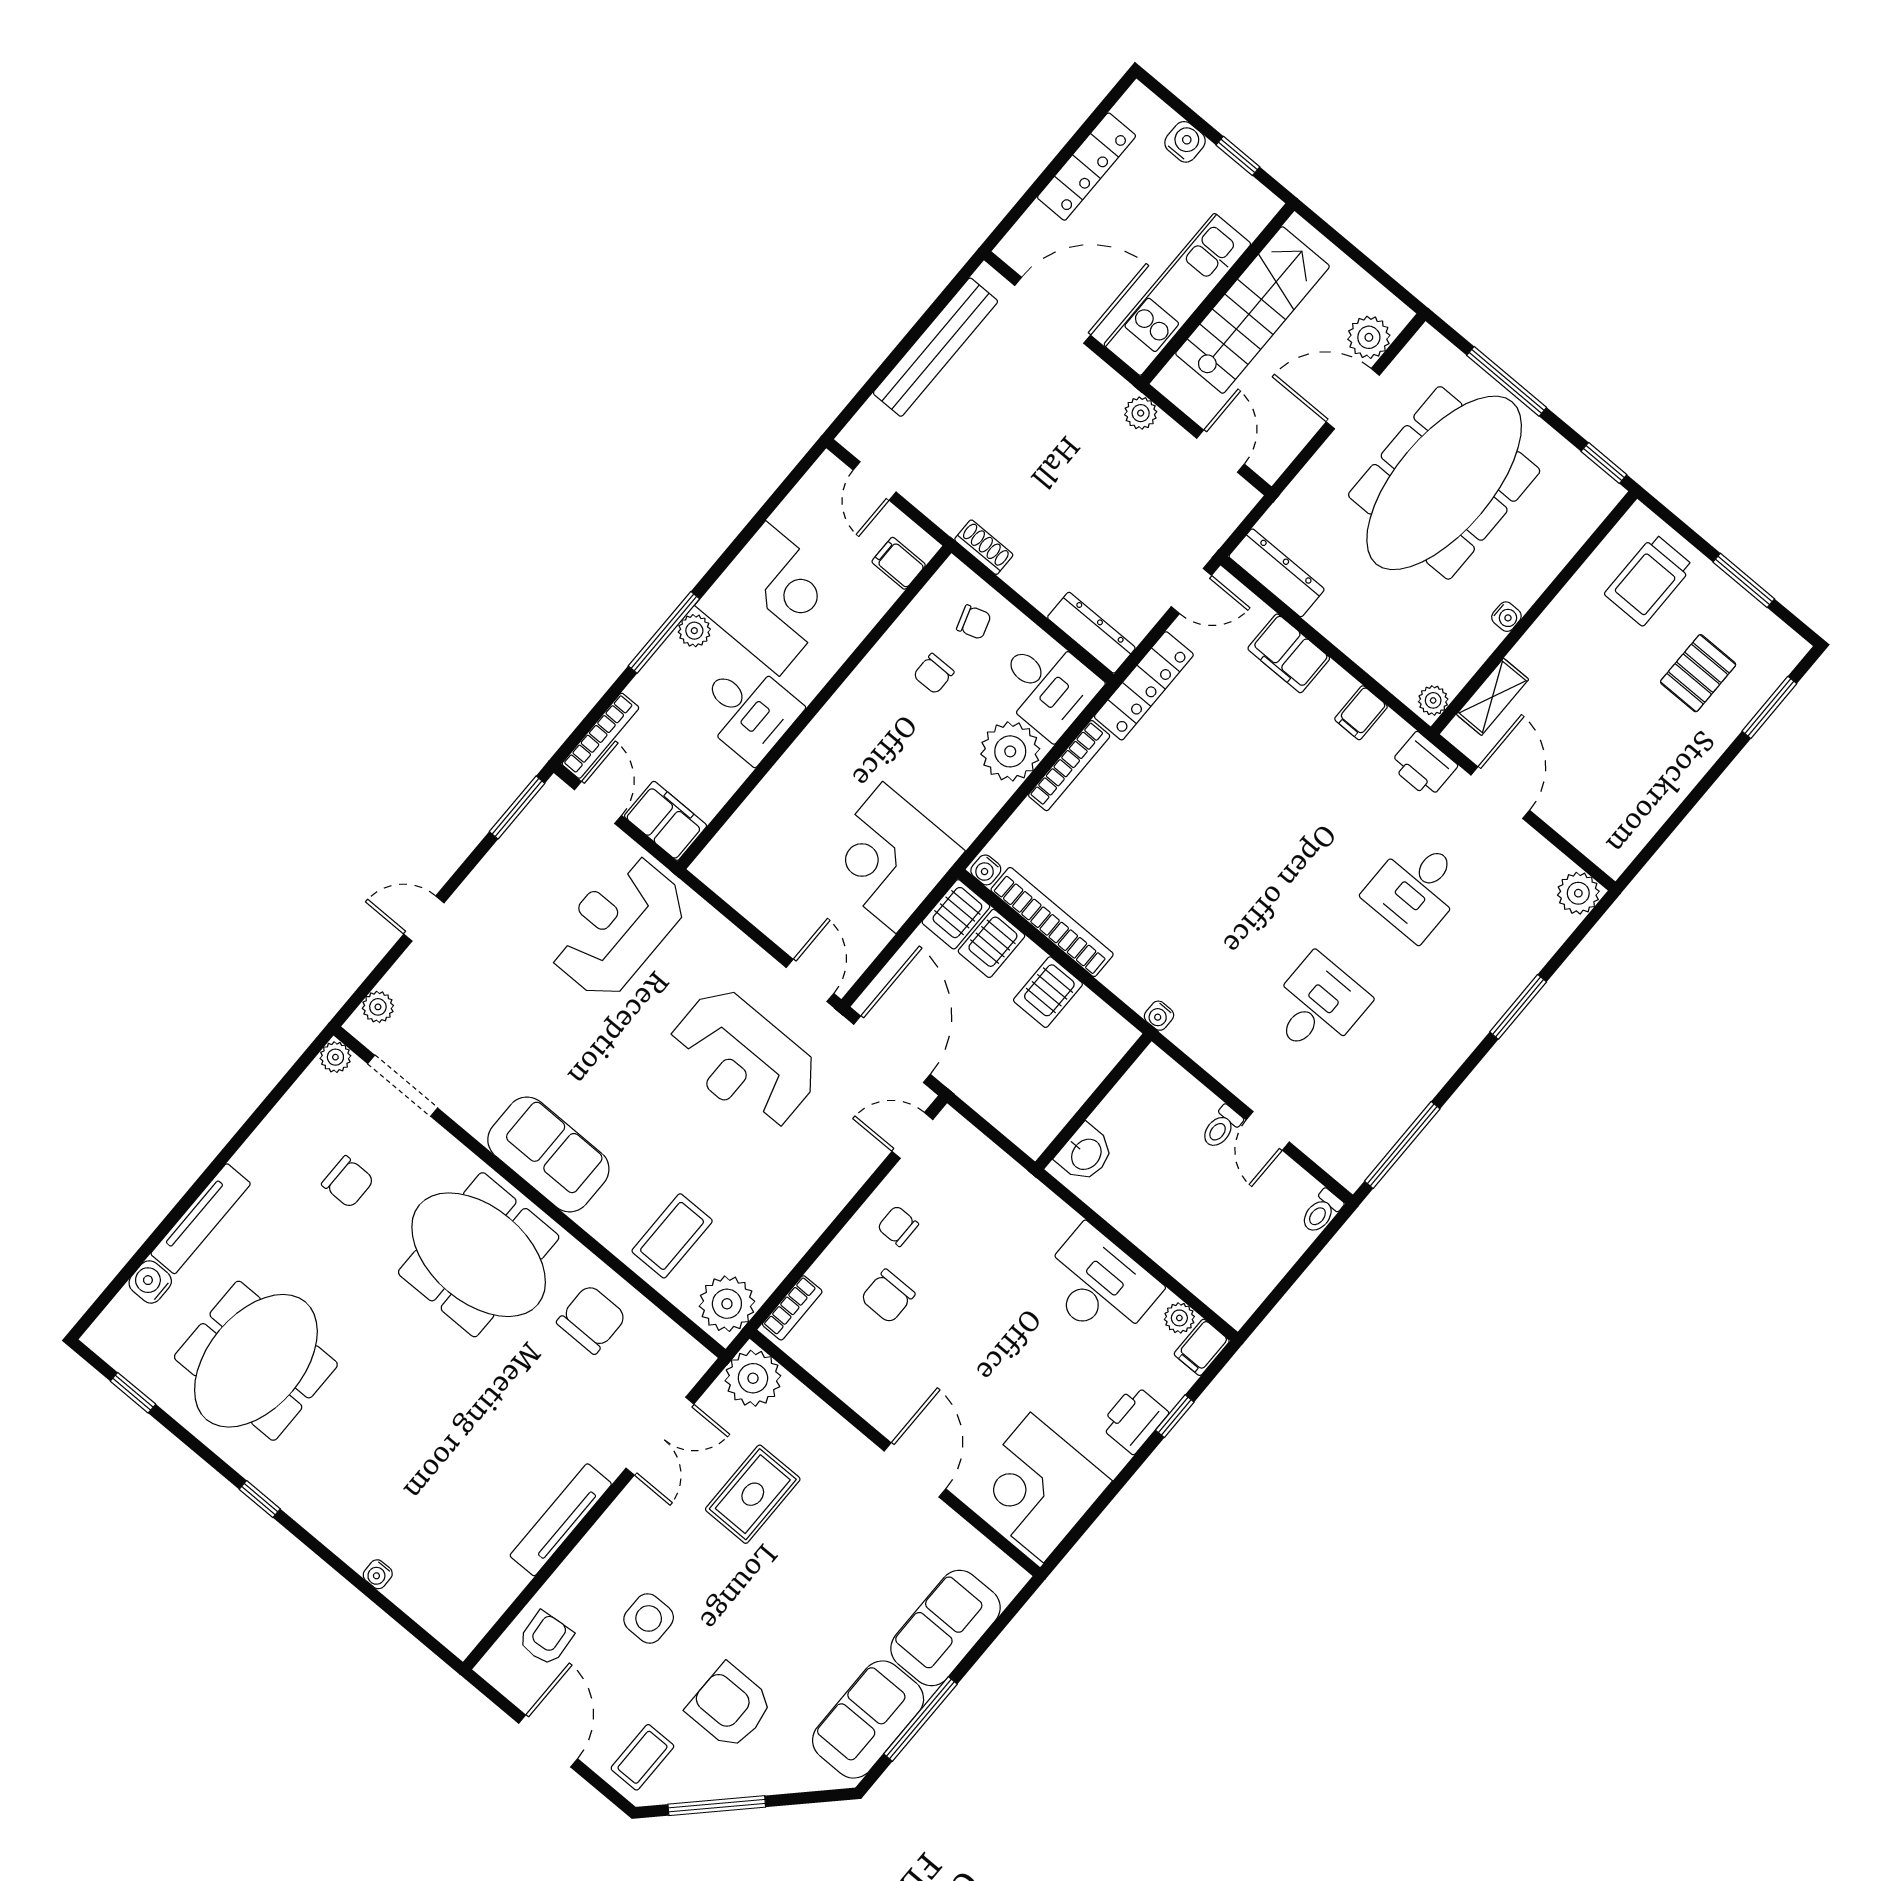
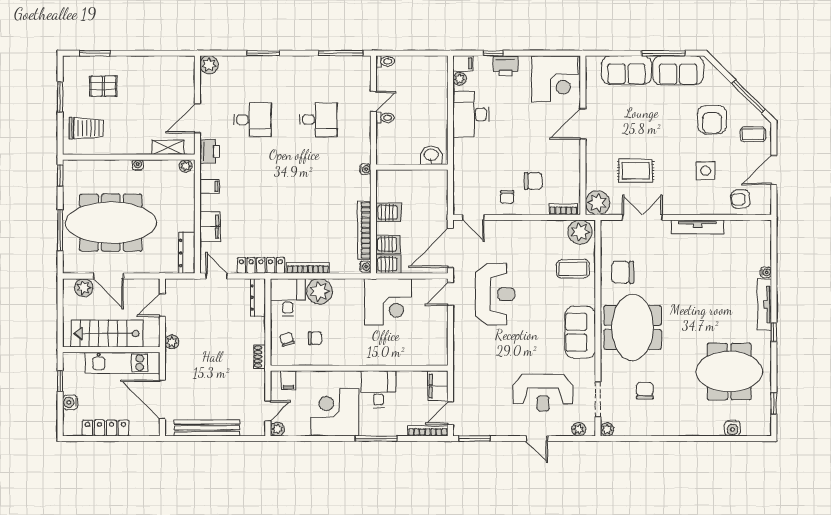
plant: (694, 631) -> (277, 429), moved
reception desk: (617, 927) -> (543, 393), moved
desk: (1318, 1006) -> (318, 120), turned 180
tv unit: (201, 1219) -> (764, 305), moved, turned -90

